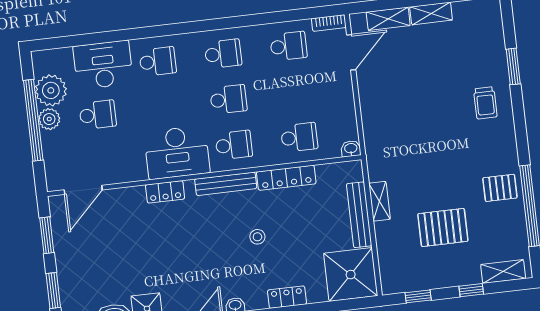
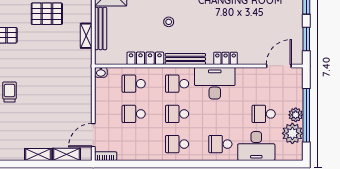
school desk: (288, 46) -> (134, 114), moved

